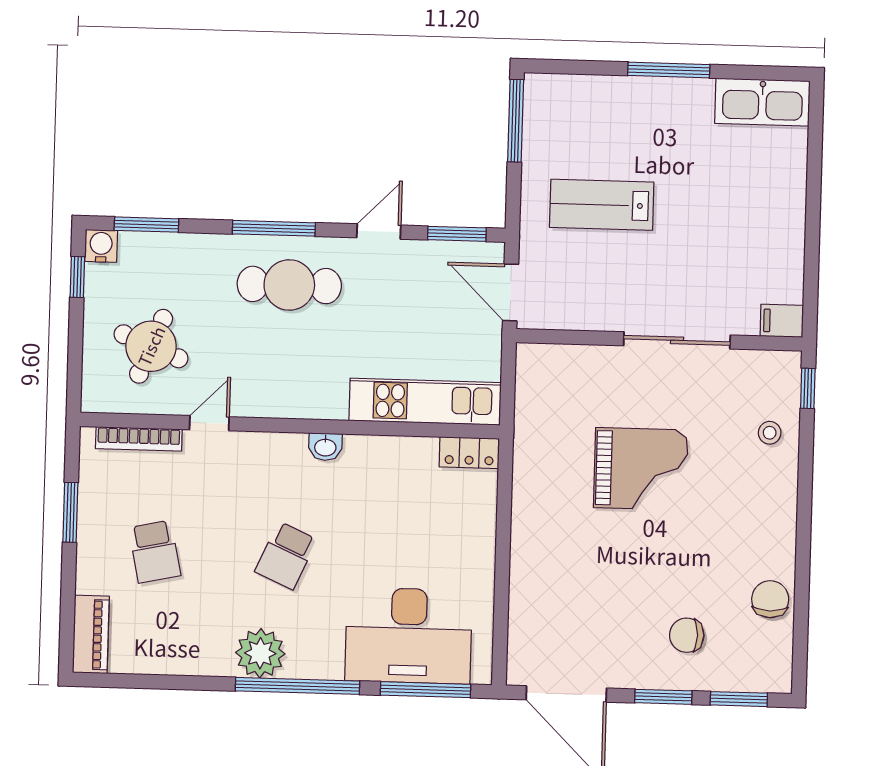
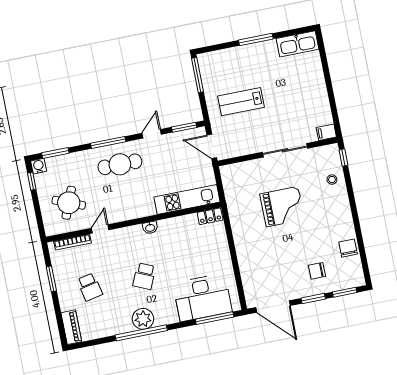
window: (297, 686) -> (141, 333), moved

